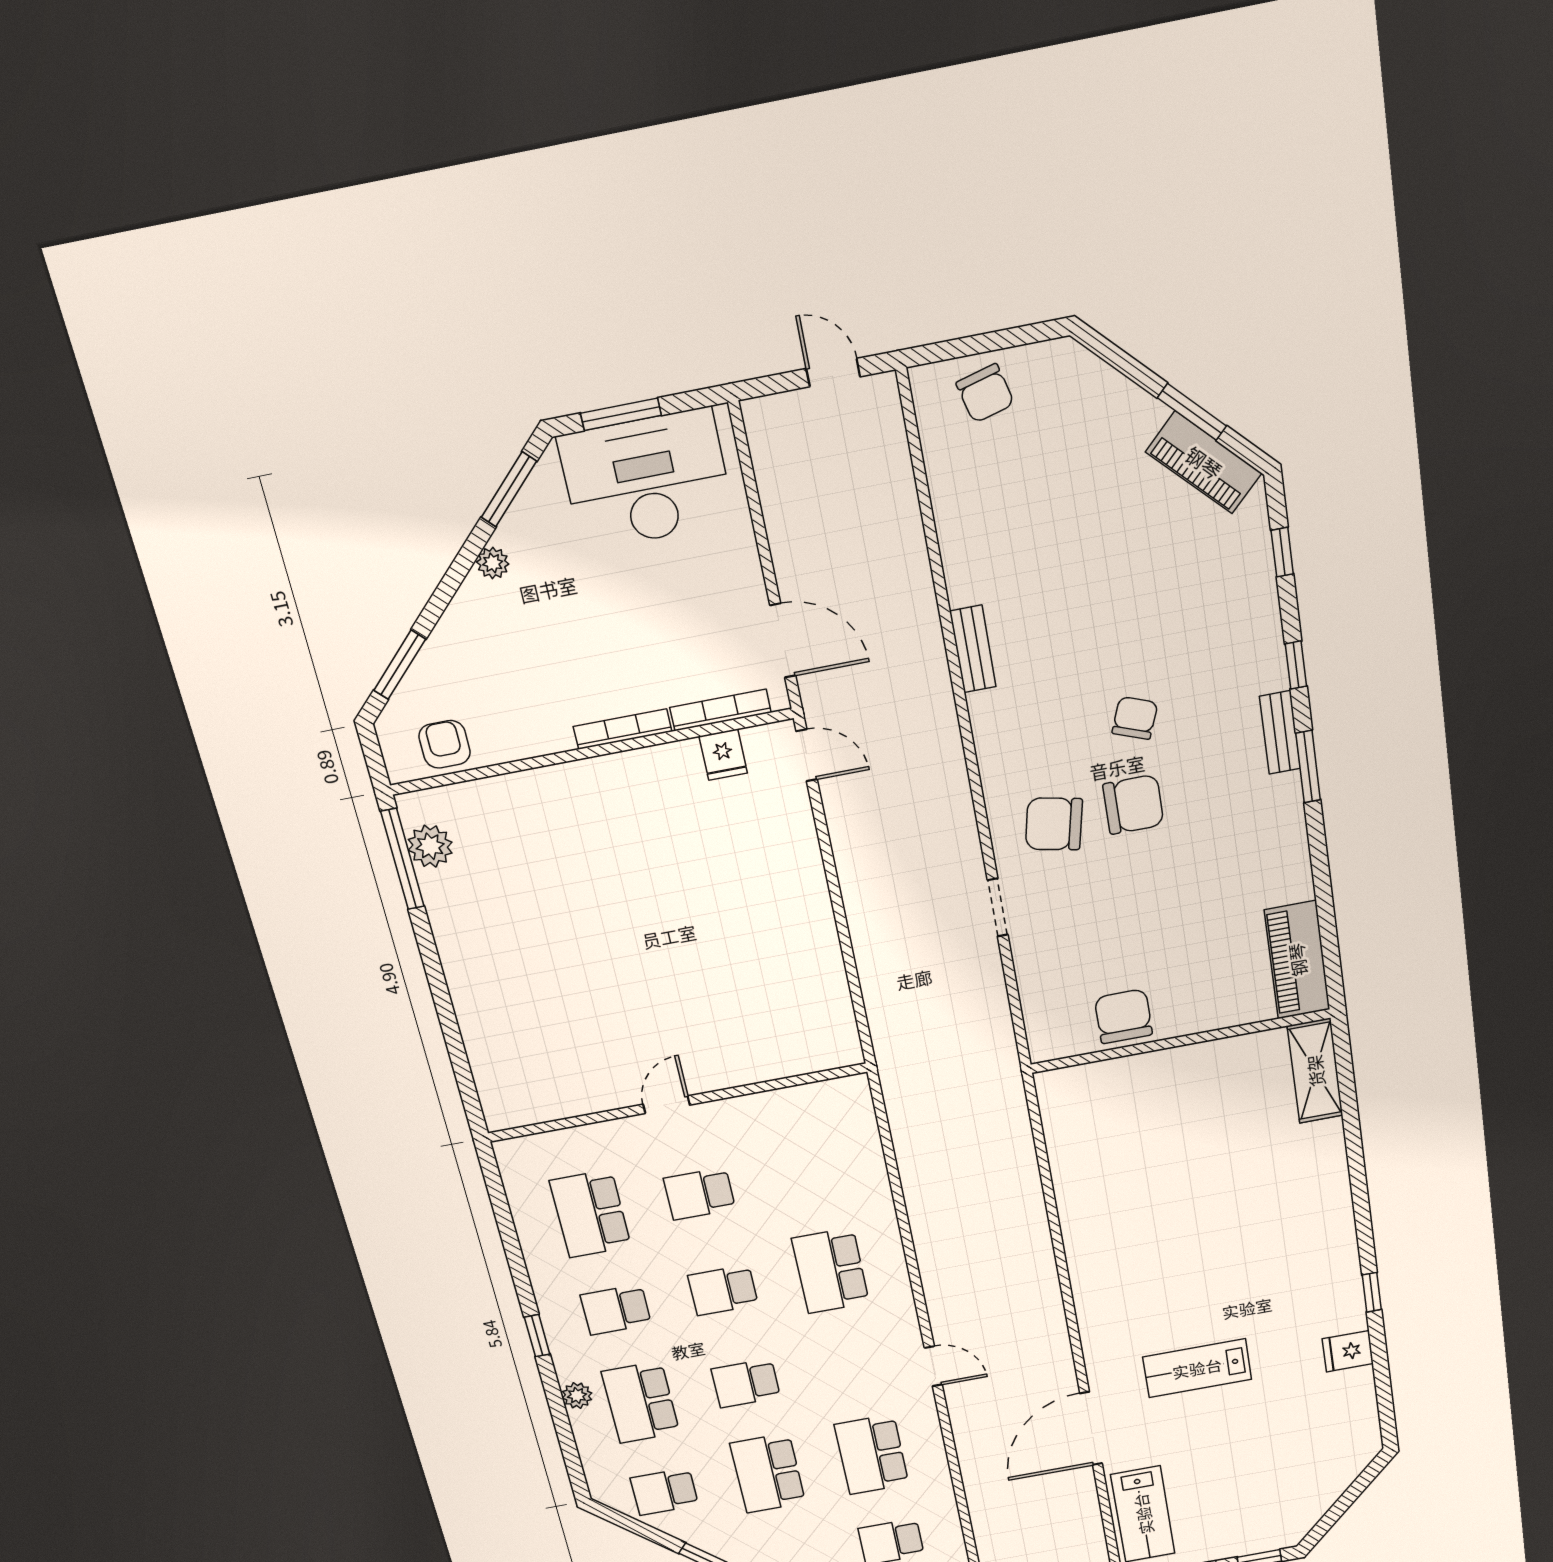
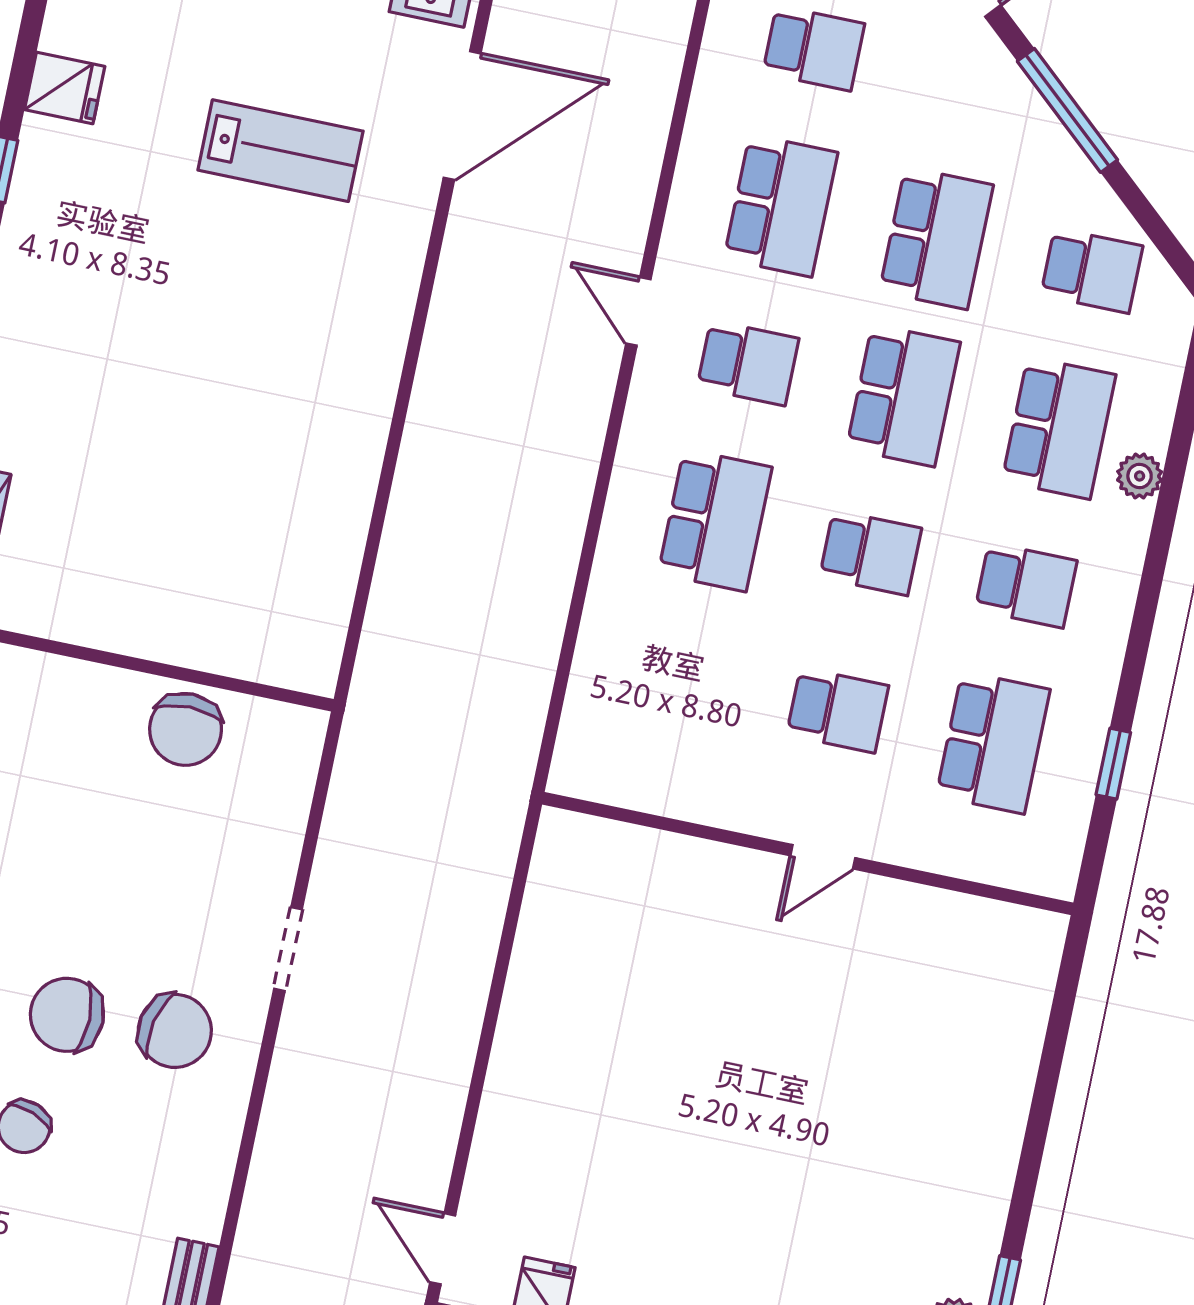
window: (537, 1336) -> (1113, 764), moved
school desk: (851, 1364) -> (748, 363), added
school desk: (746, 1383) -> (903, 395), width x1.85

